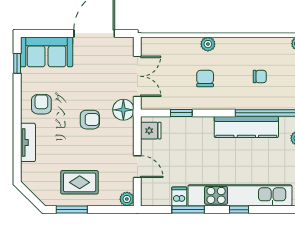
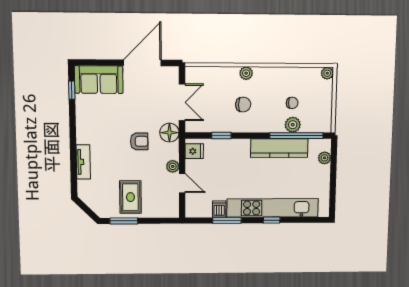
chair: (205, 79) -> (243, 105), turned 90
plant: (261, 101) -> (293, 125), added
armchair: (41, 104) -> (95, 127), removed
rug: (80, 182) -> (130, 197), turned 90
plant: (127, 199) -> (173, 166), moved

